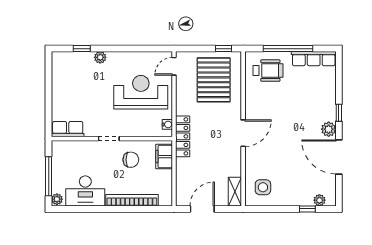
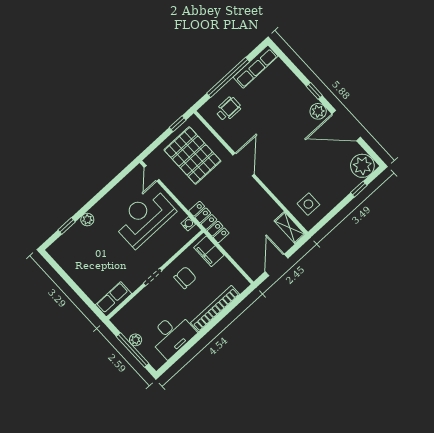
wheelchair: (268, 71) -> (228, 109), width x0.73, depth x0.73
door: (243, 133) -> (244, 165), moved
plant: (57, 199) -> (136, 340), moved
plant: (319, 200) -> (362, 166), width x1.88, depth x1.88

